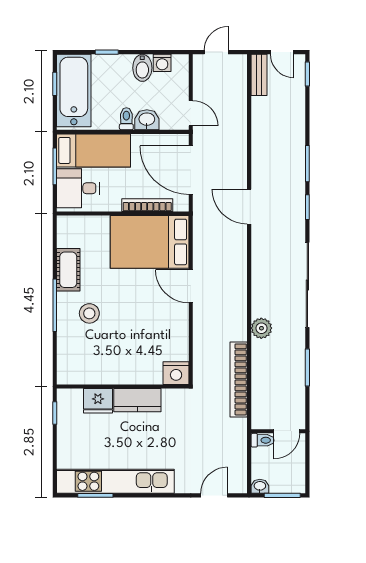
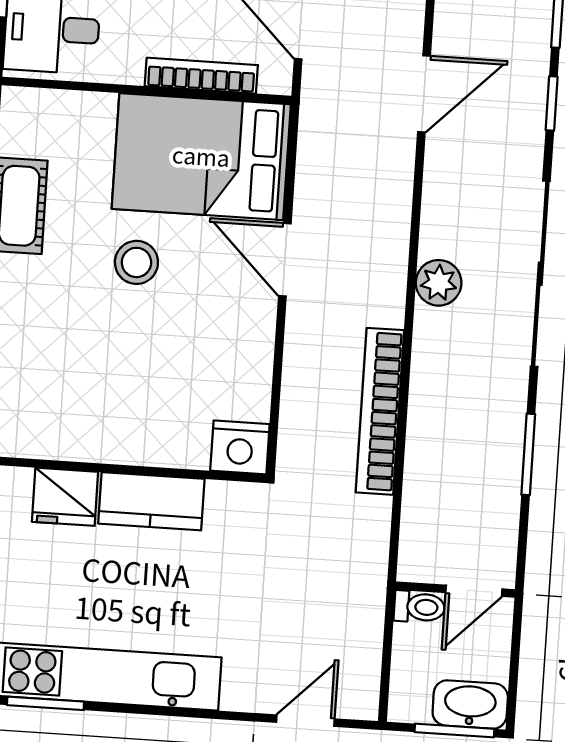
door: (249, 207) -> (424, 94), swing flipped
stool: (89, 313) -> (136, 262), moved
plant: (261, 328) -> (439, 283), moved
bookcase: (239, 379) -> (380, 411), moved
washbasin: (260, 486) -> (470, 705), moved, width x1.91, depth x1.45

